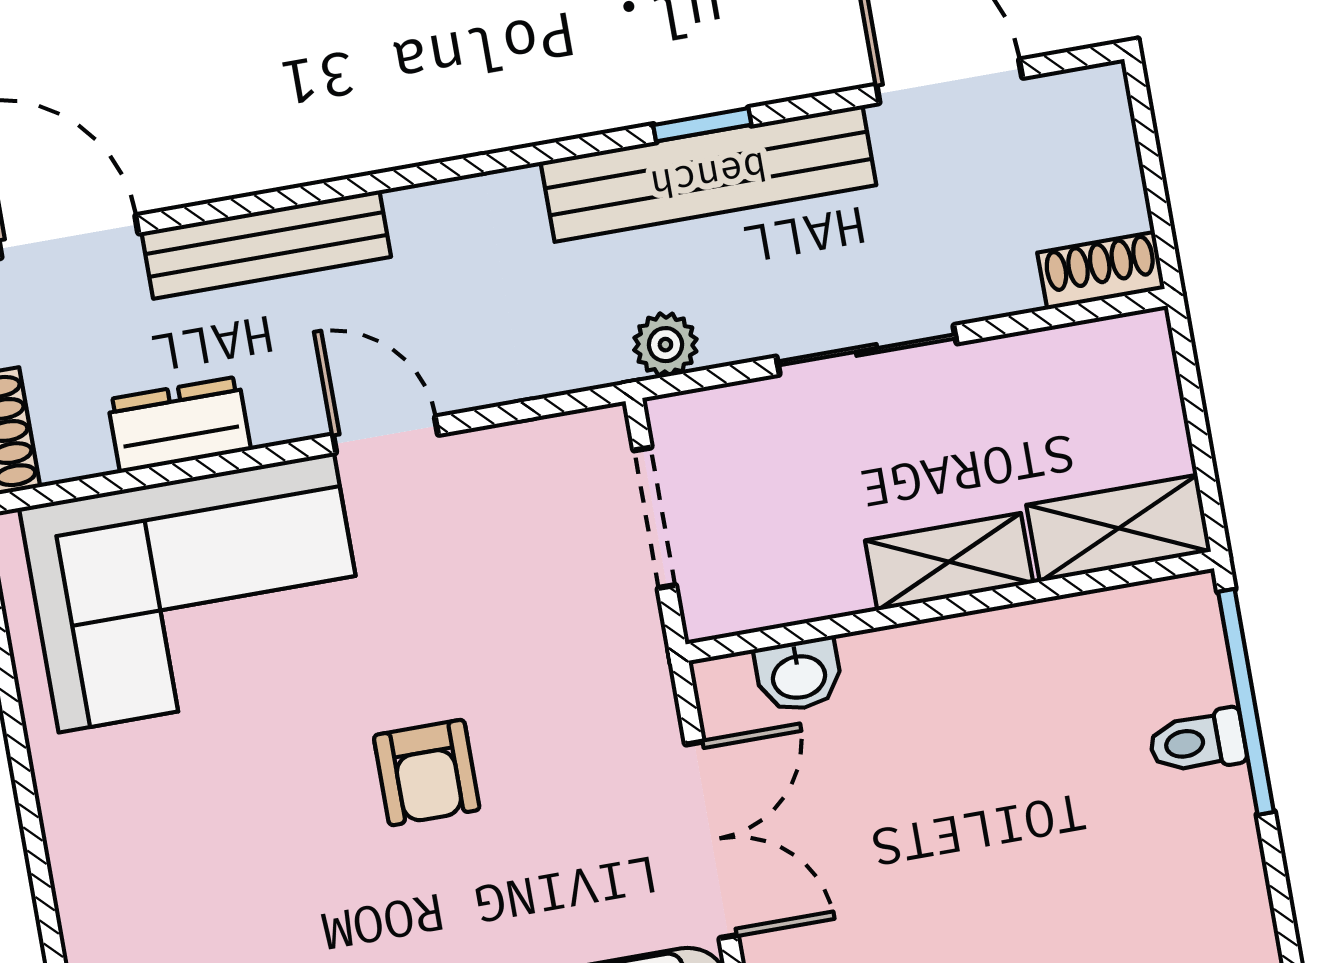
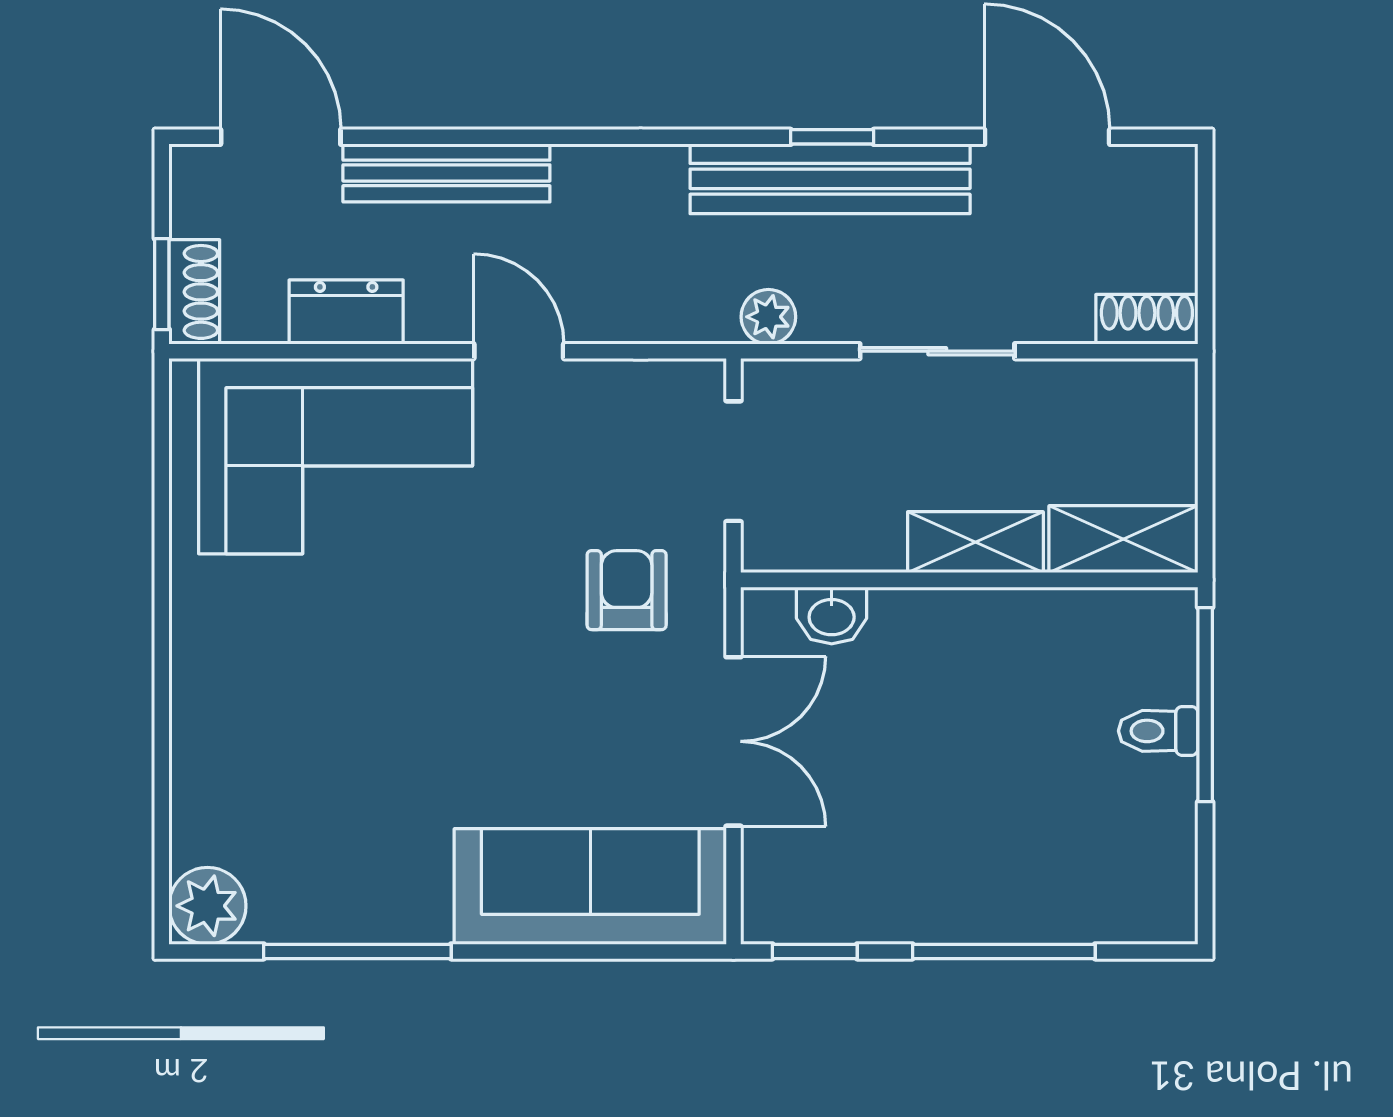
armchair: (427, 773) -> (627, 590), moved, turned 180

